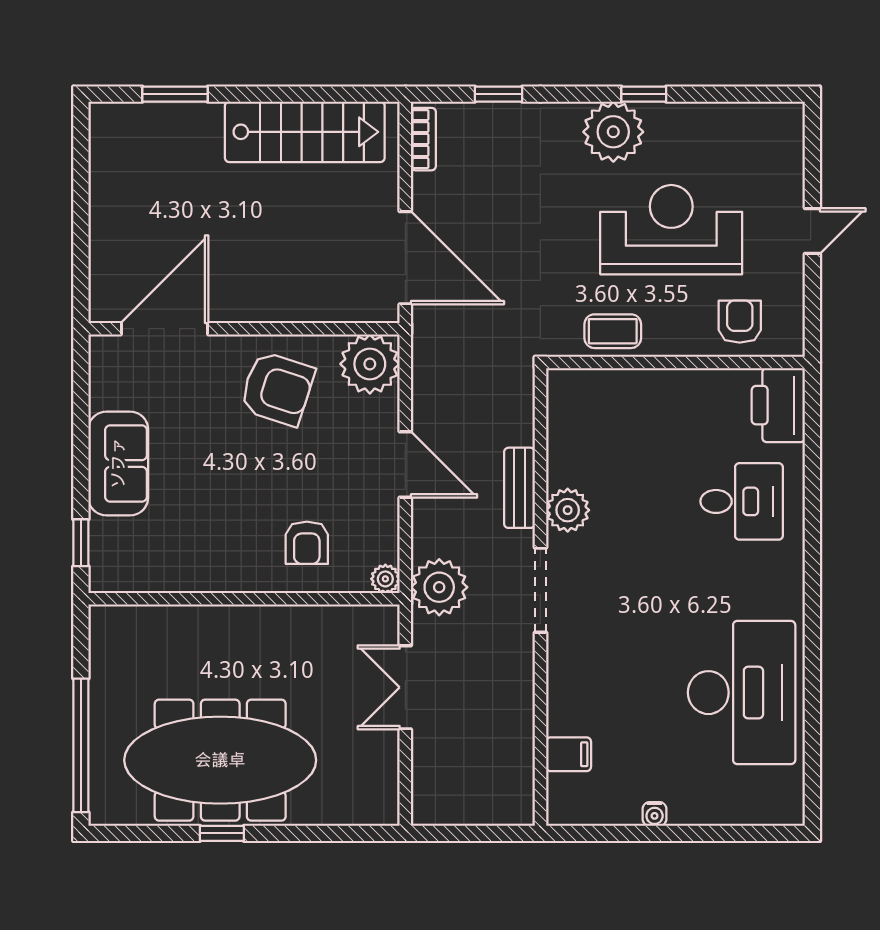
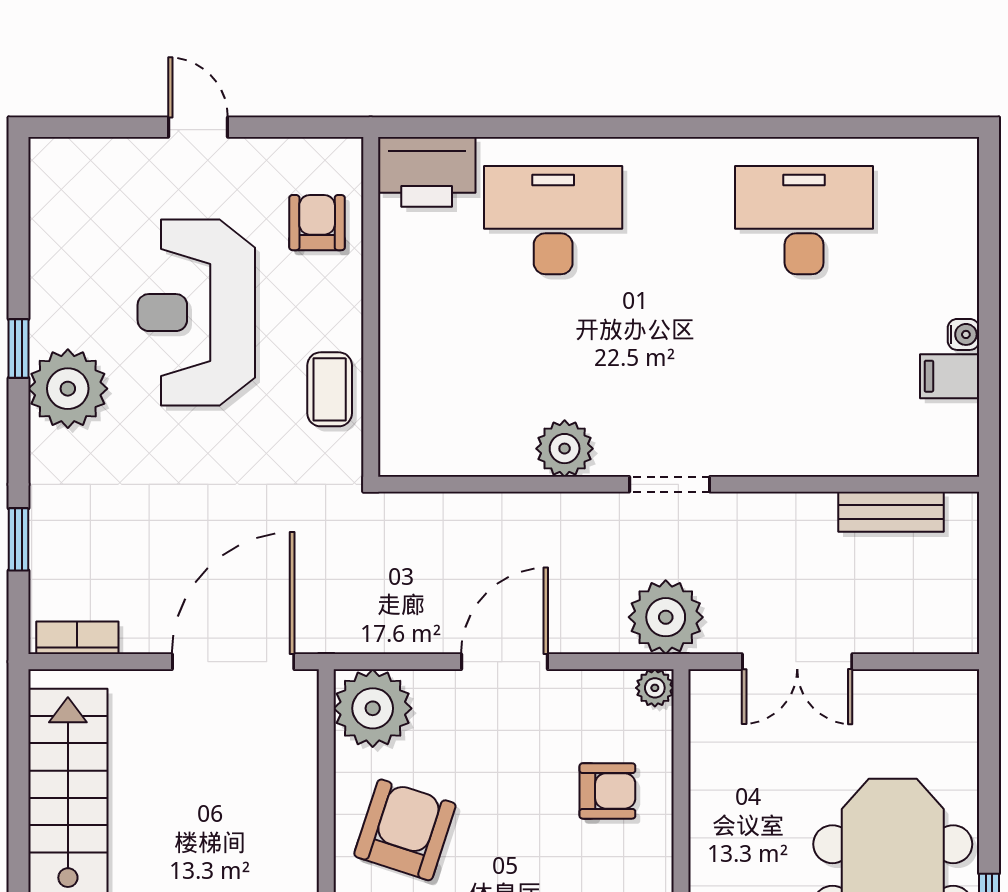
armchair: (740, 322) -> (317, 223), turned 90
bench: (519, 488) -> (891, 512), moved
desk: (742, 501) -> (553, 220), width x1.37
doorway: (540, 590) -> (670, 484), width x0.73
desk: (742, 693) -> (804, 220), width x0.73, depth x0.77
filing cabinet: (569, 754) -> (950, 376), moved, turned -90

